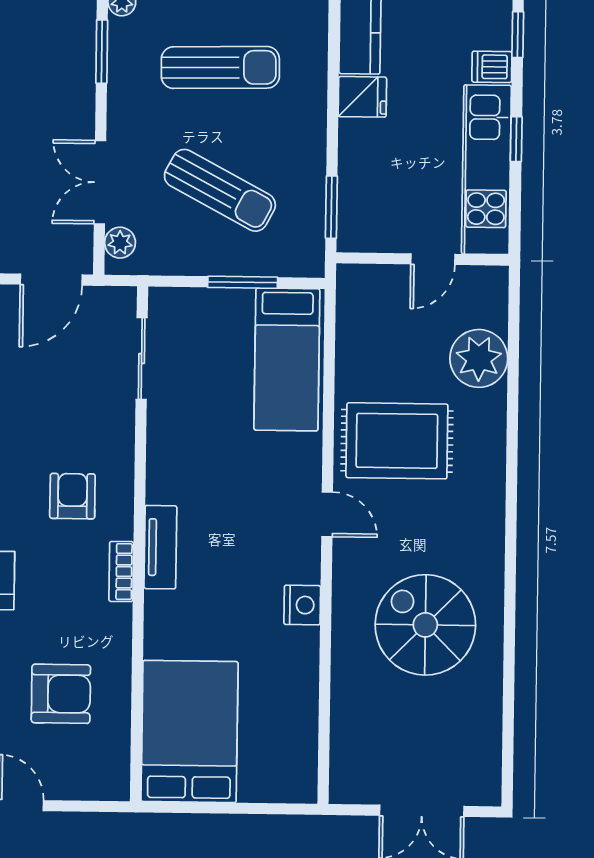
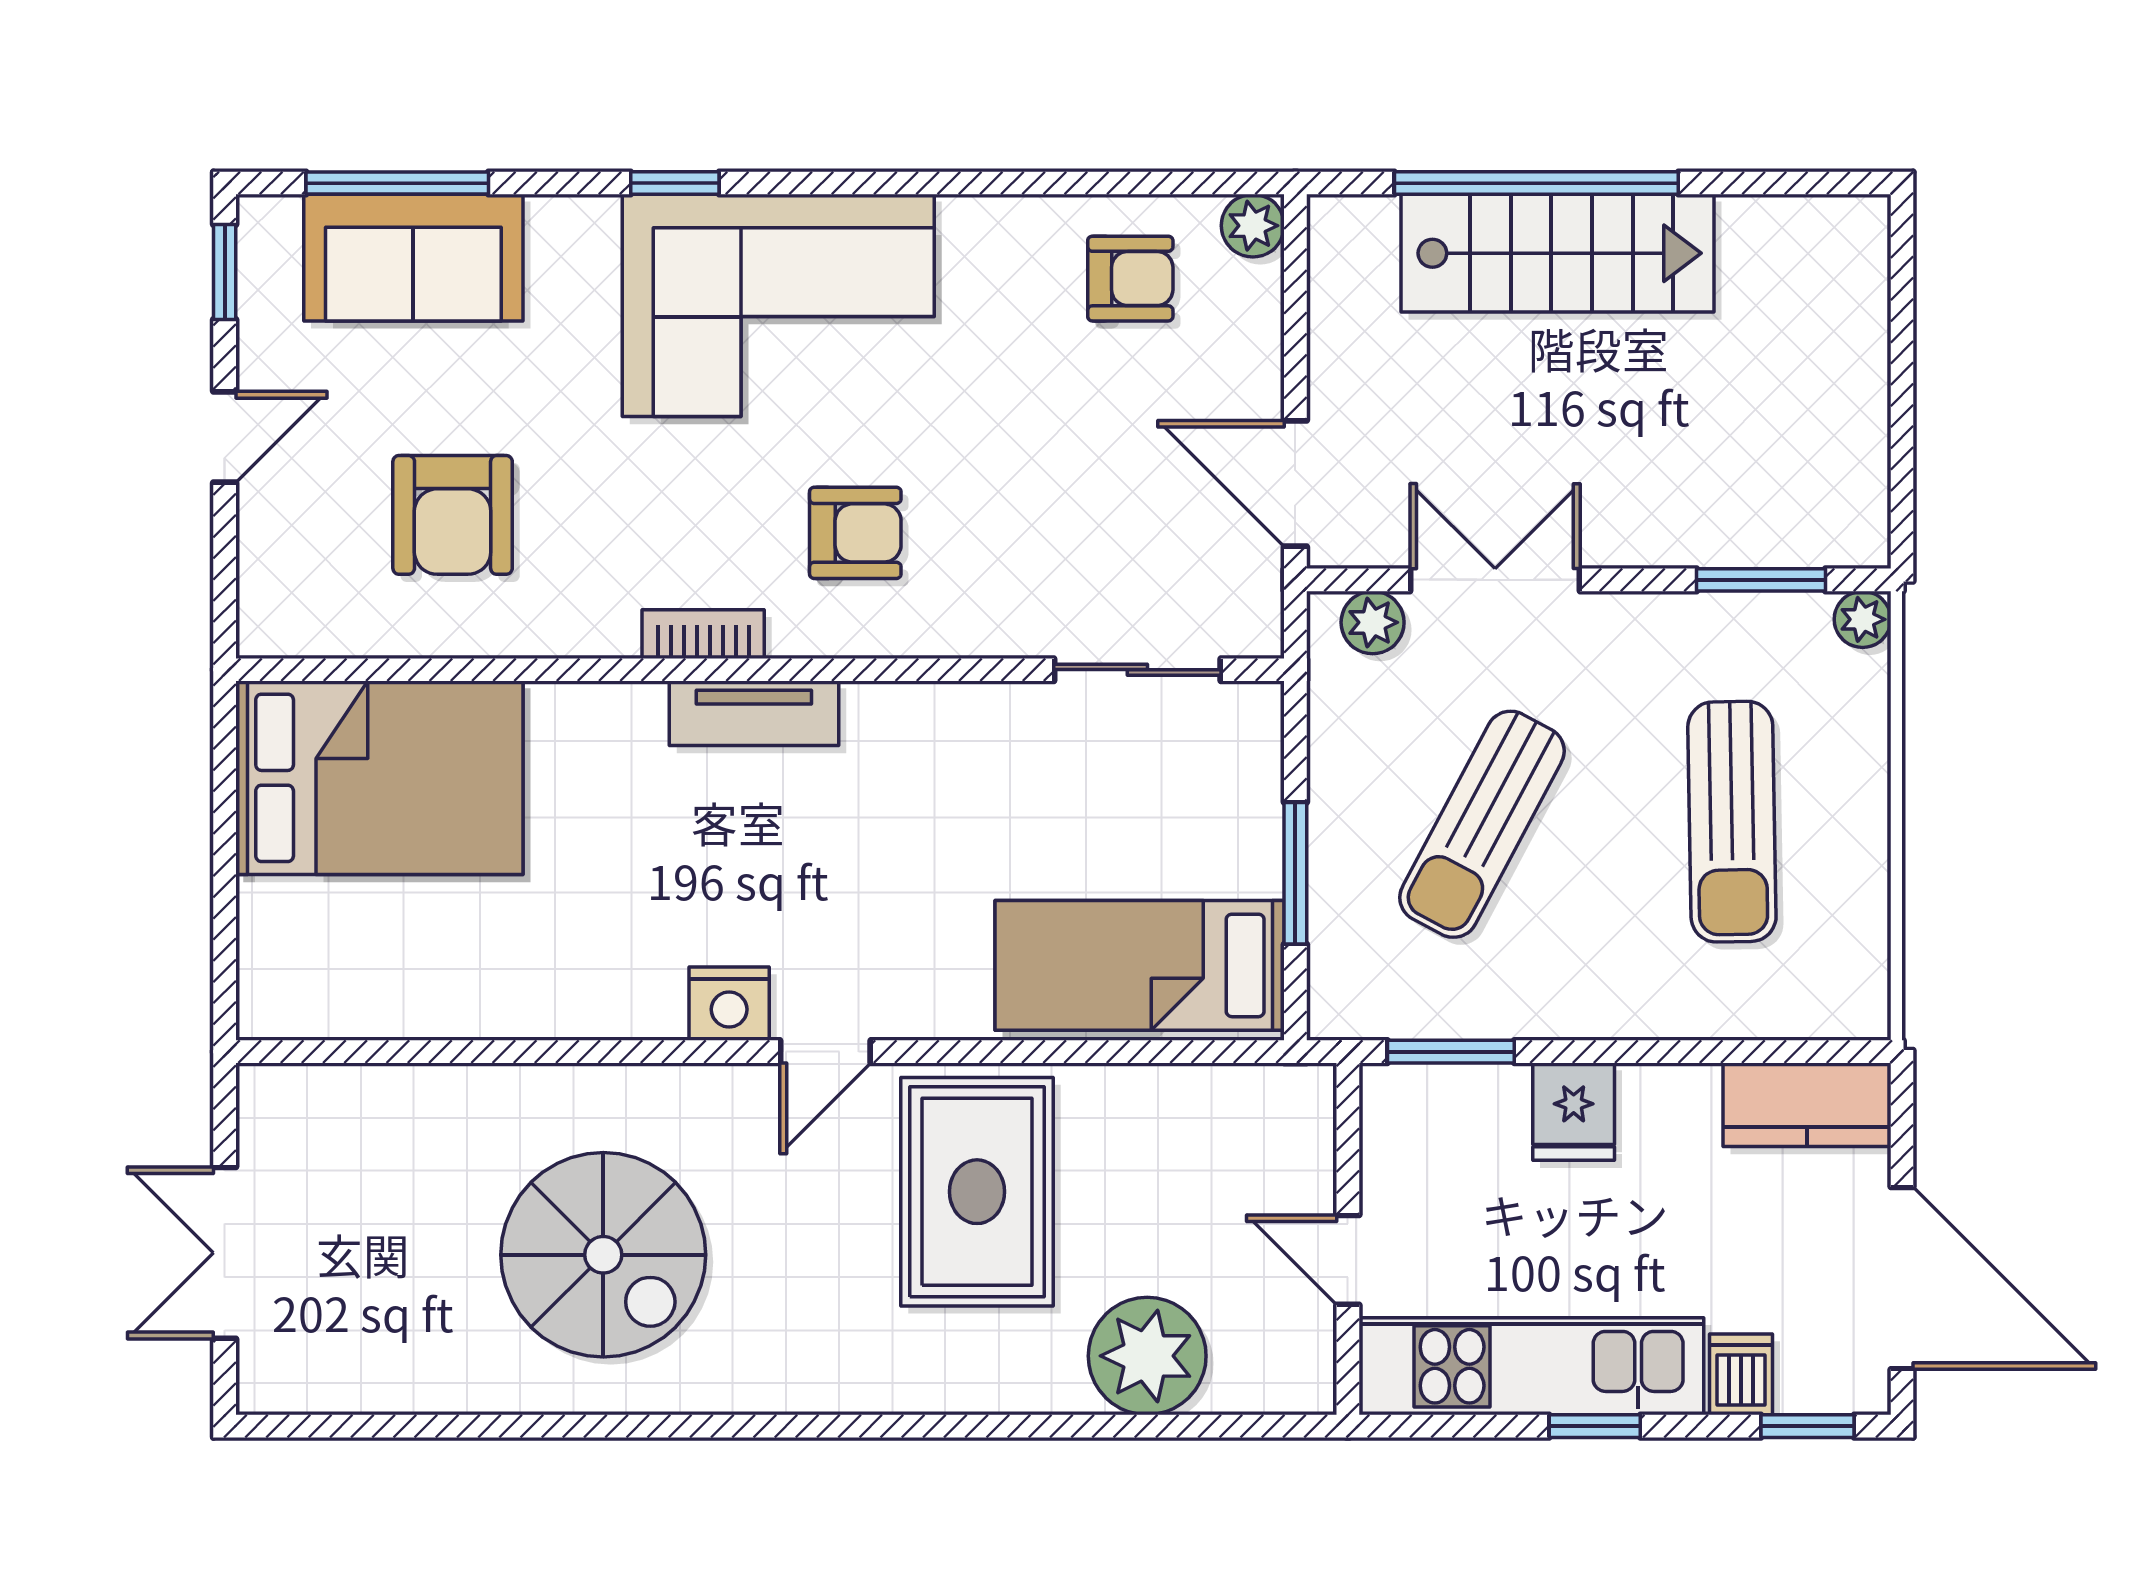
fridge: (362, 97) -> (1574, 1112), moved
nightstand: (302, 605) -> (729, 1004), moved
spiral stairs: (425, 625) -> (603, 1255), turned 90

